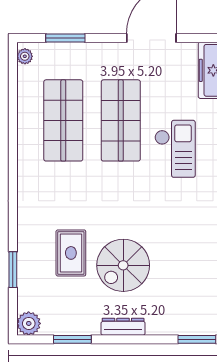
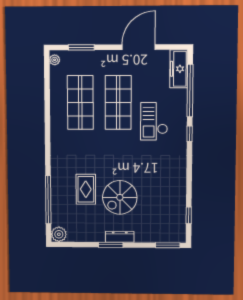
checkout: (175, 149) -> (154, 121), turned 180
window: (13, 270) -> (48, 200), width x2.11
window: (72, 339) -> (111, 245), moved

